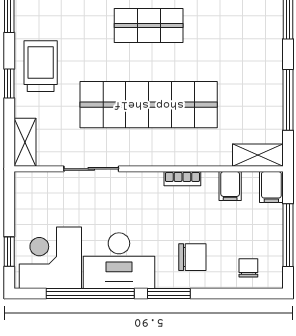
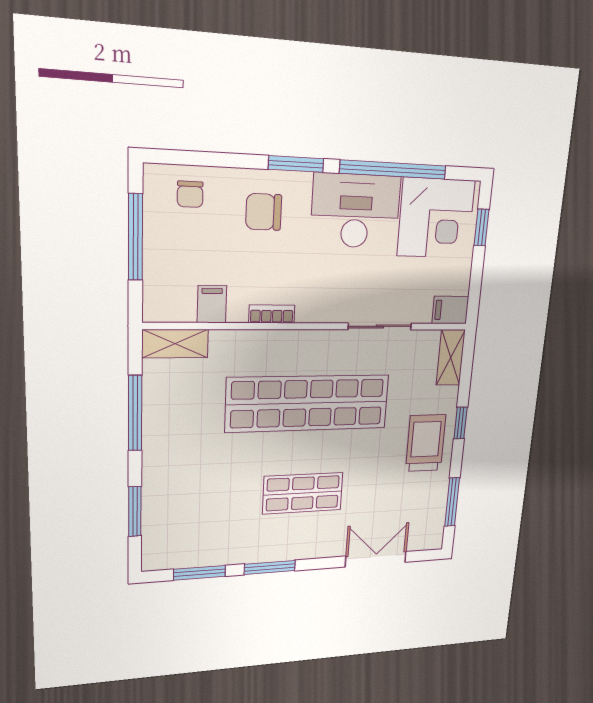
trolley: (41, 66) -> (426, 443), turned 180
filing cabinet: (271, 187) -> (450, 310), moved, turned -90

